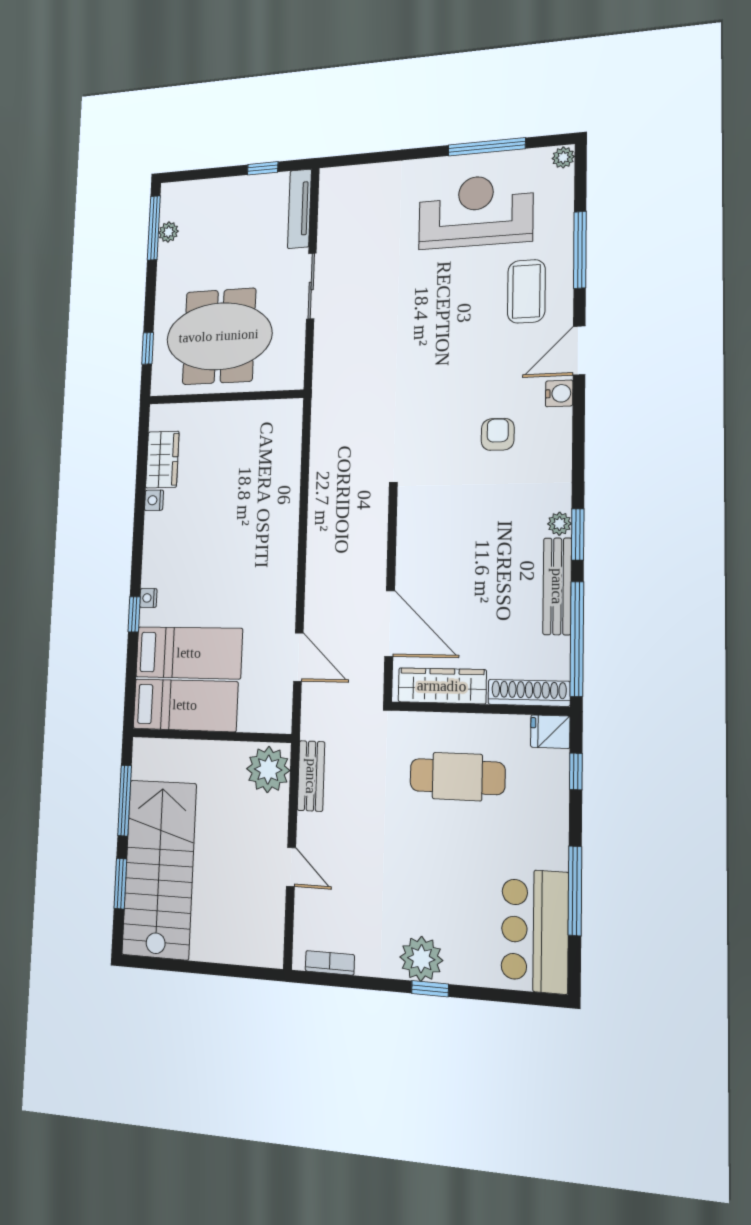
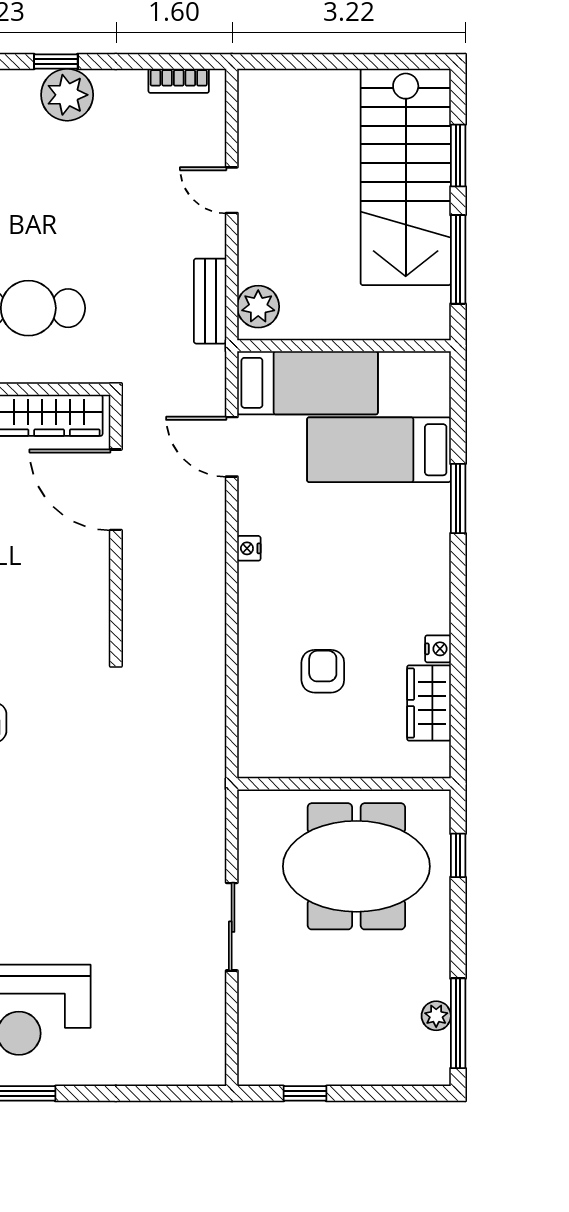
tv unit: (299, 209) -> (252, 1033), removed
armchair: (237, 482) -> (323, 671), added
nightstand: (148, 598) -> (249, 548), moved, turned 180
window: (134, 614) -> (458, 498), width x1.50
bed: (185, 705) -> (307, 383), moved, turned 180
plant: (268, 770) -> (258, 307), width x0.73, depth x0.73

